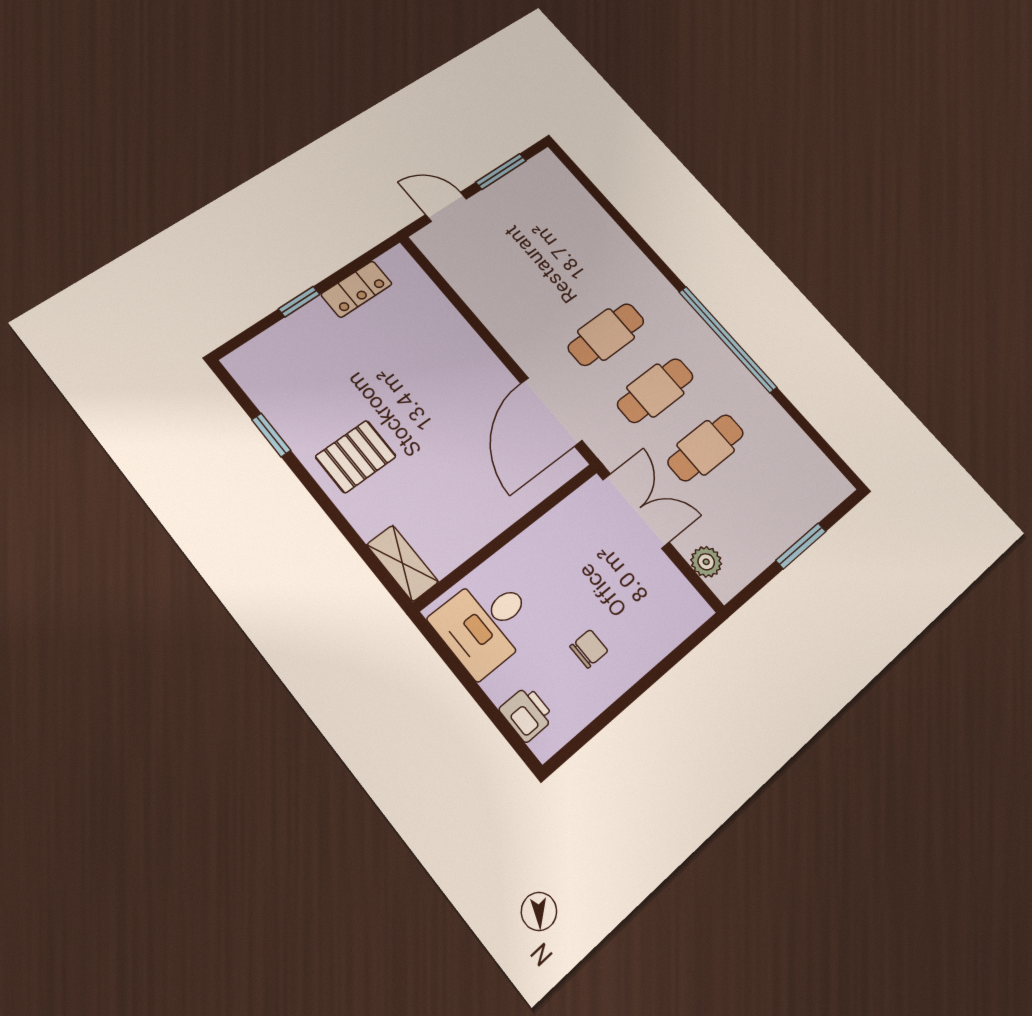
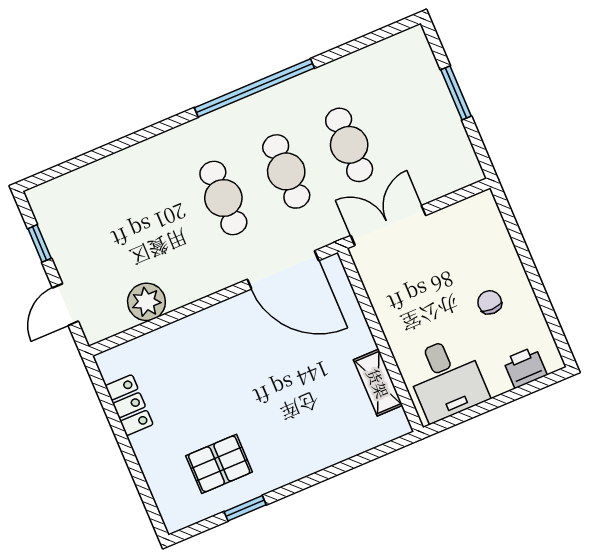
window: (501, 171) -> (40, 243), width x0.67
window: (299, 302) -> (130, 457), removed
pallet: (356, 456) -> (219, 464), moved, turned 90
plant: (706, 562) -> (146, 302), moved, width x1.38, depth x1.38
shelving: (403, 563) -> (378, 383), moved, turned 90

